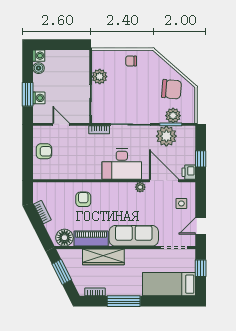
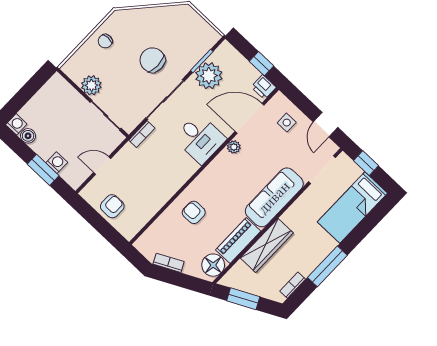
chair: (172, 89) -> (152, 60), moved, turned -95
plant: (173, 116) -> (195, 51), removed
desk: (122, 164) -> (200, 138), width x0.73

